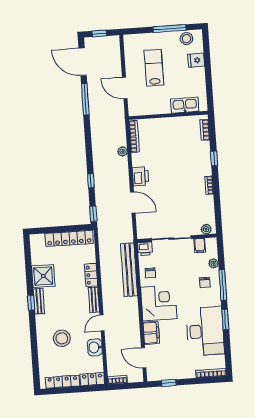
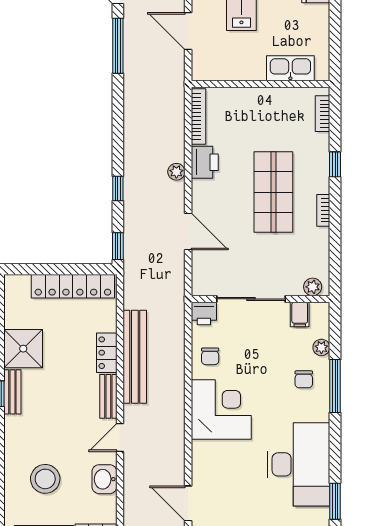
plant: (122, 152) -> (176, 172), moved
printer: (140, 176) -> (205, 162), moved
shop shelf: (180, 177) -> (273, 192), added
bench: (129, 270) -> (135, 357), moved
window: (225, 319) -> (335, 501), moved
filing cabinet: (151, 333) -> (204, 461), removed
stool: (62, 338) -> (45, 479), moved

